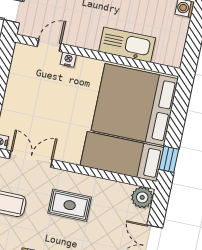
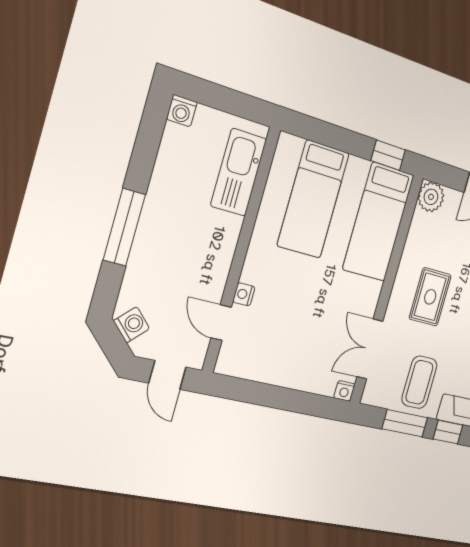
kitchen sink: (127, 45) -> (239, 172), moved
bed: (135, 105) -> (313, 199), width x0.49

